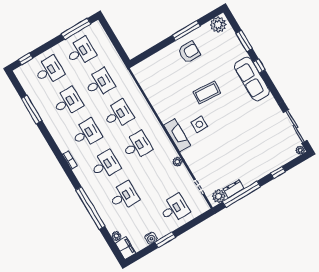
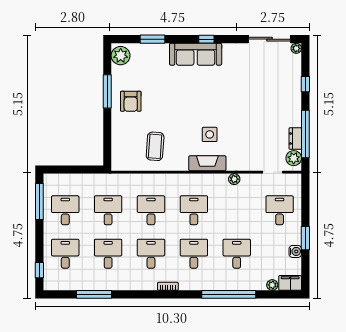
armchair: (189, 52) -> (131, 101), turned 180
window: (259, 66) -> (206, 39), moved
coffee table: (207, 92) -> (155, 146), moved

